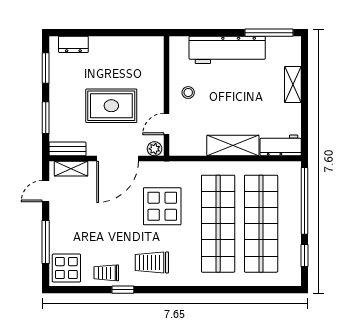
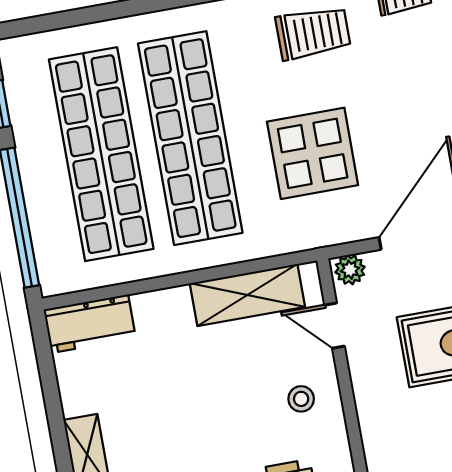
door: (166, 124) -> (335, 326), swing flipped
shelving: (233, 146) -> (247, 295), moved

